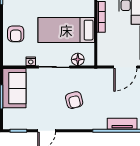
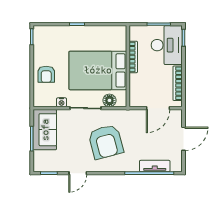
bed: (66, 30) -> (98, 70), width x1.50
armchair: (74, 100) -> (106, 142), width x1.88, depth x1.88

